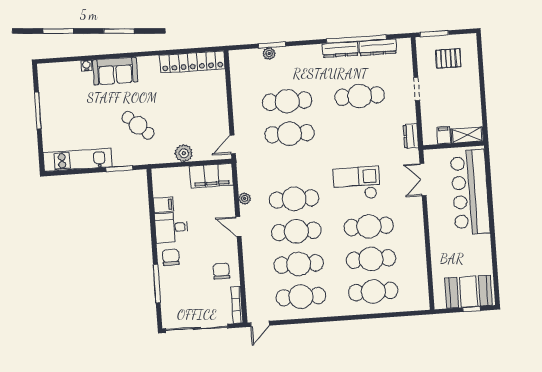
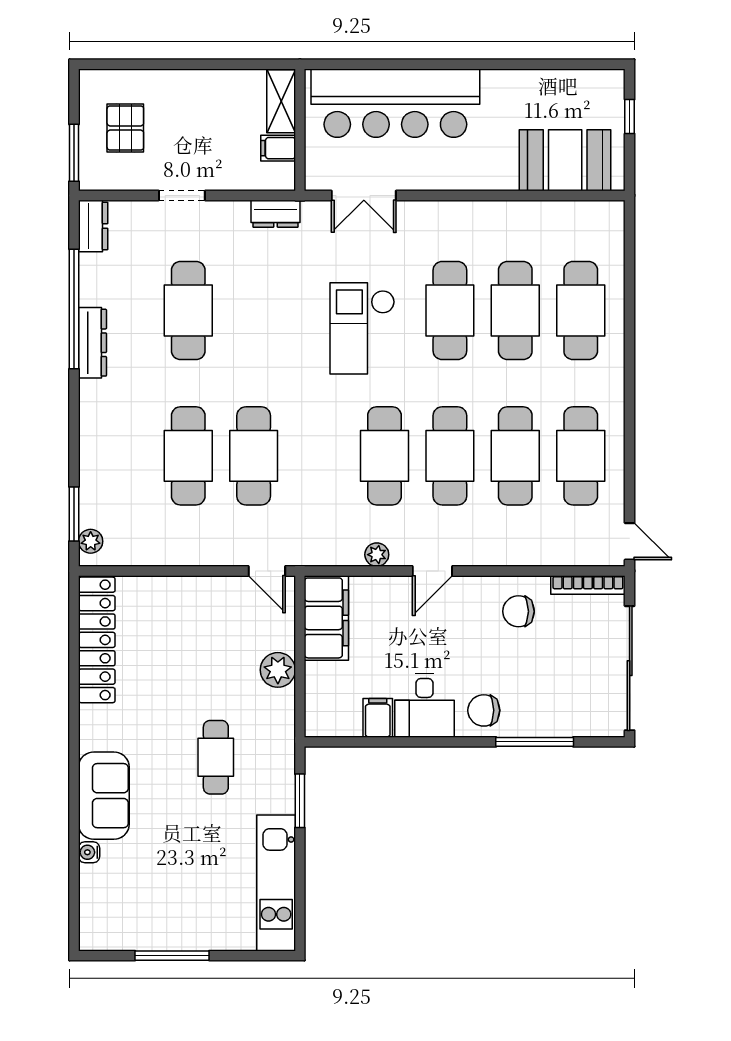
window: (272, 45) -> (74, 514), moved
dresser: (378, 47) -> (93, 226), moved, width x0.70
plant: (269, 54) -> (91, 541), moved
cafe table: (138, 125) -> (216, 757), turned -42
booth: (469, 292) -> (565, 160), moved, turned 90

